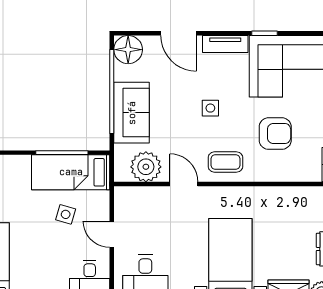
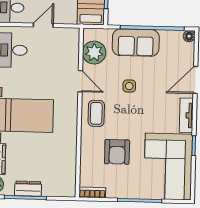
floor lamp: (128, 50) -> (189, 36), width x0.53, depth x0.53
side table: (210, 108) -> (129, 86), moved
door: (184, 184) -> (80, 81), hinge flipped

